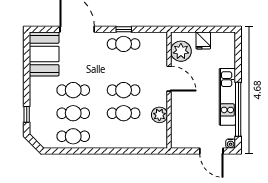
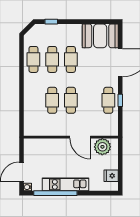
fridge: (203, 41) -> (111, 176), moved
door: (169, 79) -> (80, 137), hinge flipped
plant: (159, 115) -> (51, 129), removed

